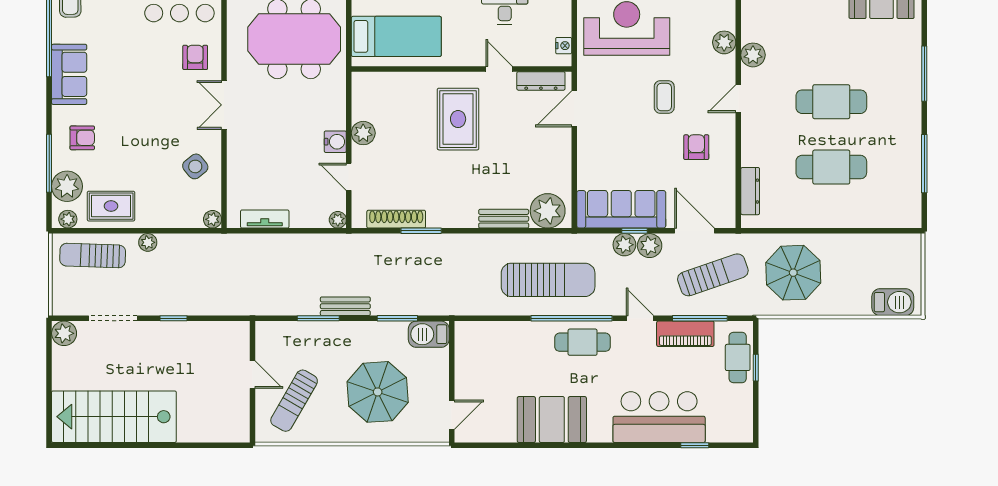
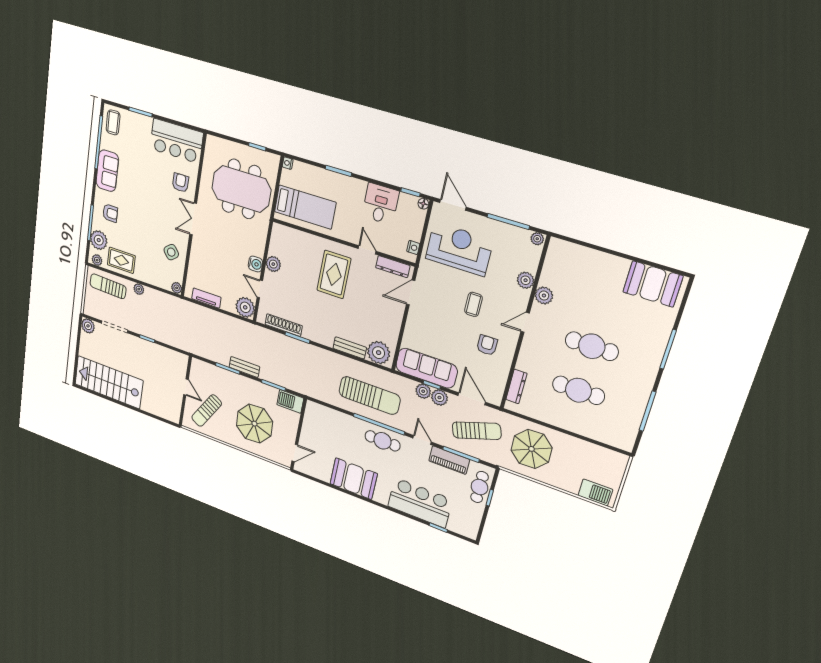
plant: (338, 220) -> (245, 307), width x1.88, depth x1.88

